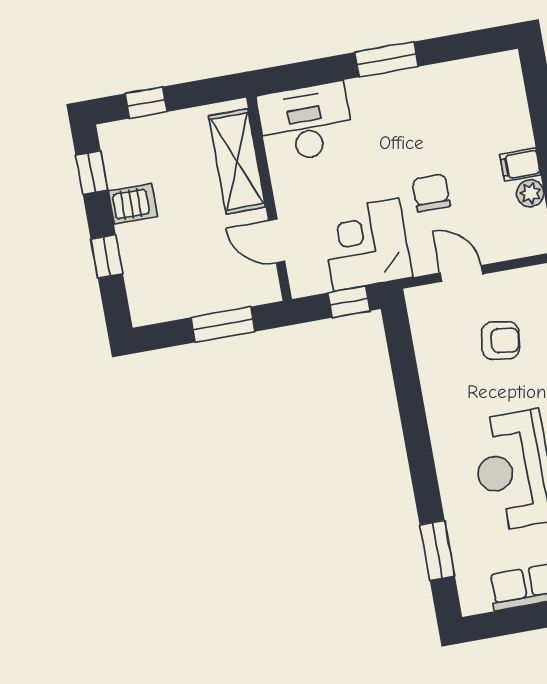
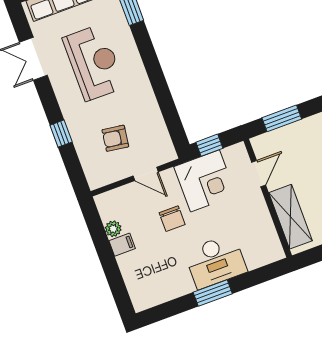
desk: (306, 122) -> (215, 261), moved
door: (277, 241) -> (259, 174), hinge flipped

